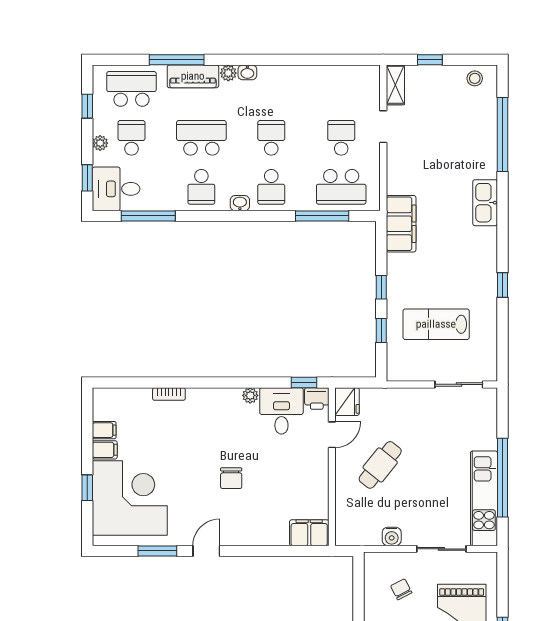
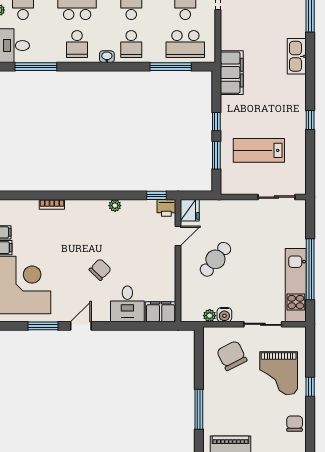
window: (381, 330) -> (216, 155), width x1.50
desk: (281, 411) -> (127, 304), moved, turned 180
chair: (231, 478) -> (100, 270), turned -136
plant: (373, 538) -> (210, 316), added
chair: (401, 589) -> (232, 356), width x1.87, depth x1.87

